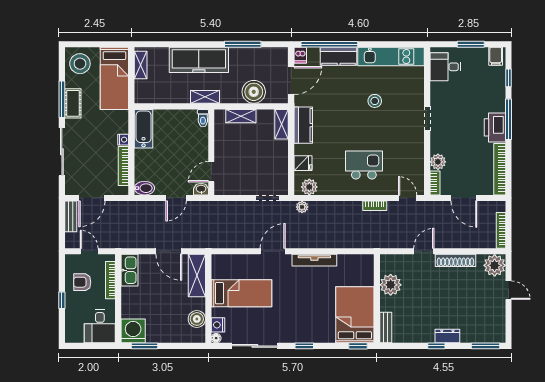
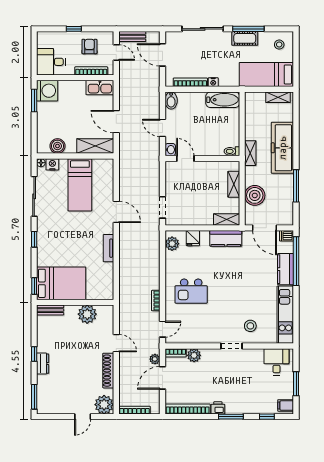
stool: (80, 64) -> (279, 45), width x0.53, depth x0.53
stool: (375, 101) -> (250, 326), moved
window: (508, 119) -> (231, 417), width x0.69
printer: (495, 127) -> (218, 408), width x0.53, depth x0.68
kitchen island: (364, 165) -> (191, 291), turned 90
plant: (302, 207) -> (155, 359), moved
bench: (71, 216) -> (132, 37), moved
door: (89, 251) -> (116, 52), hinge flipped
door: (169, 251) -> (116, 122), hinge flipped
tv unit: (314, 260) -> (109, 248), width x0.71

